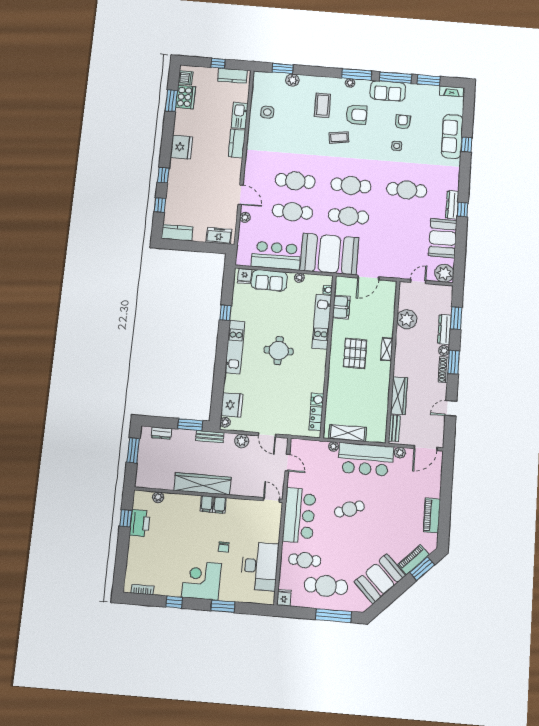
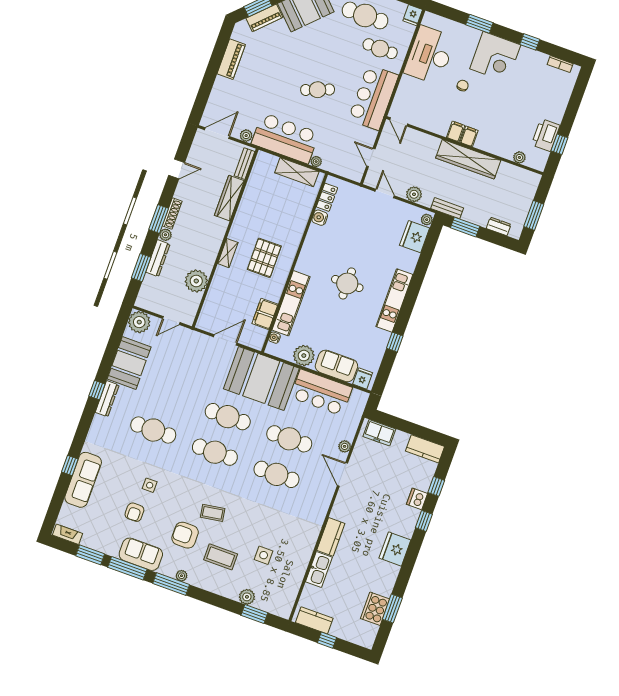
dishwasher: (186, 78) -> (417, 499), moved
coffee table: (323, 105) -> (221, 557), turned 90
side table: (267, 112) -> (264, 555), moved
plant: (299, 278) -> (304, 356), width x1.88, depth x1.88

